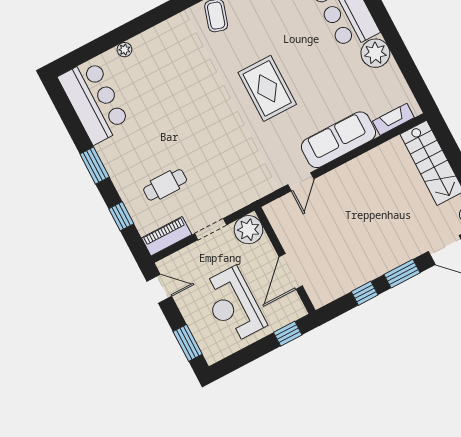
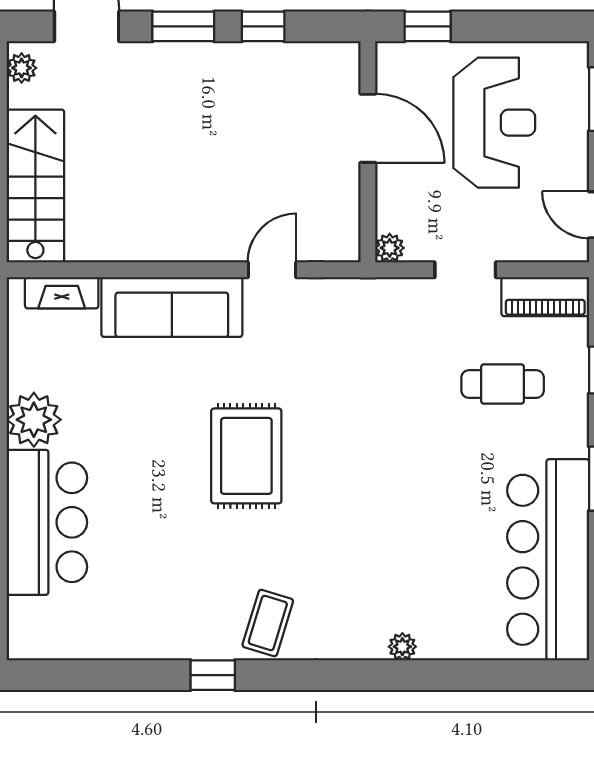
plant: (124, 50) -> (402, 647), moved
bar counter: (94, 101) -> (548, 560), width x1.36
plant: (248, 230) -> (390, 248), width x0.53, depth x0.53
door: (291, 271) -> (368, 128), hinge flipped

